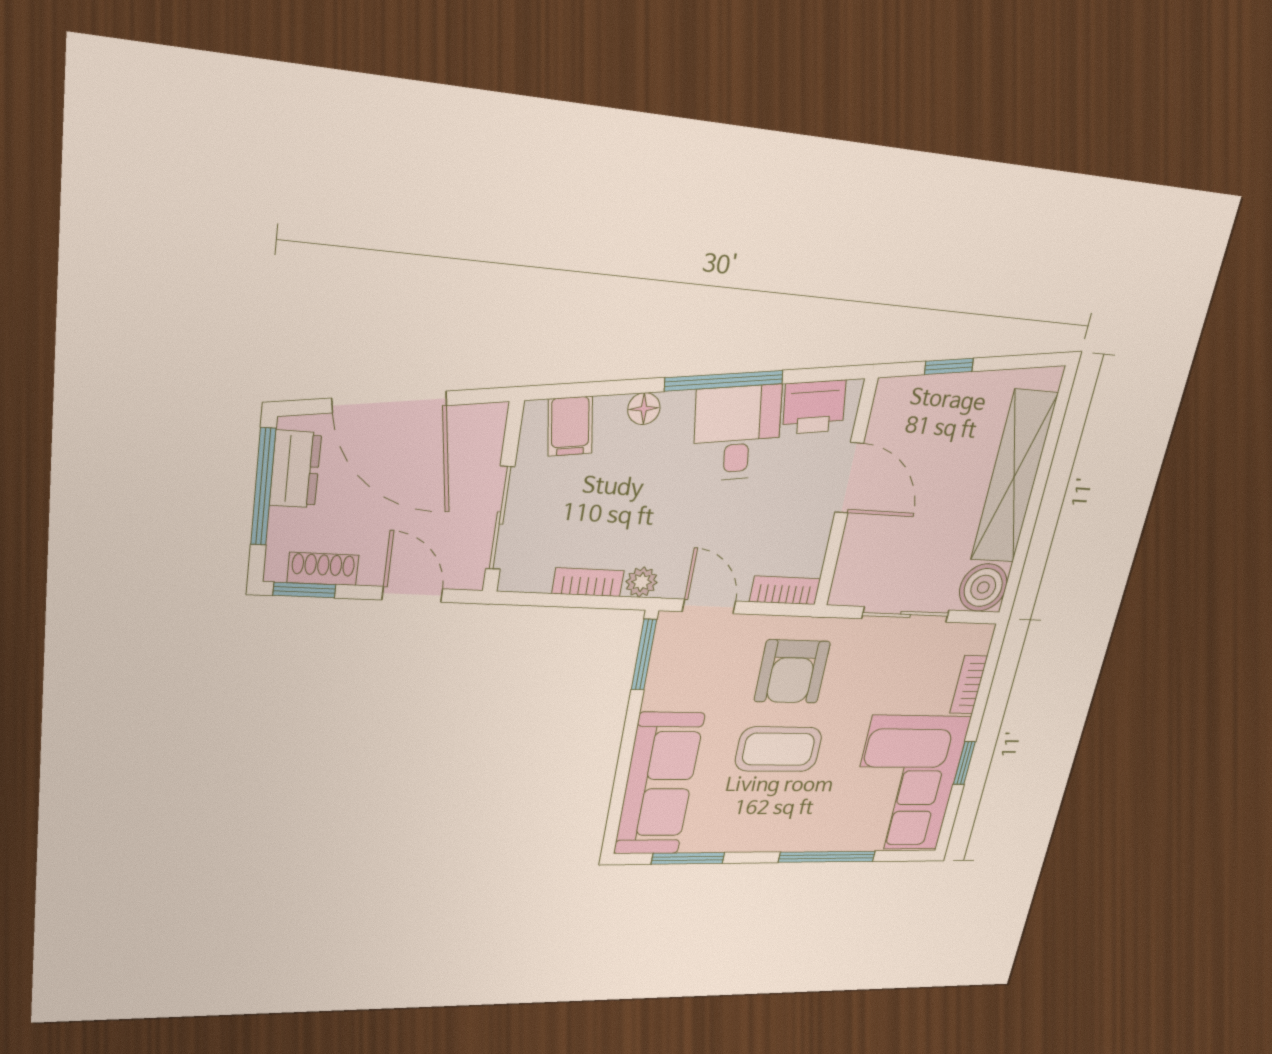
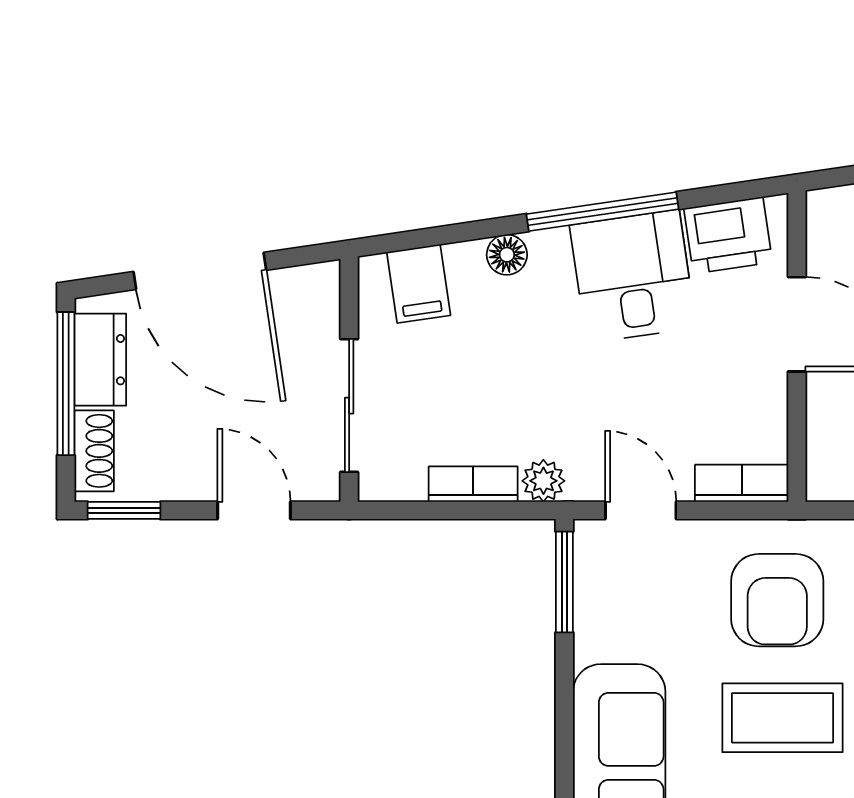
shoe rack: (323, 569) -> (94, 451), moved, turned 90

